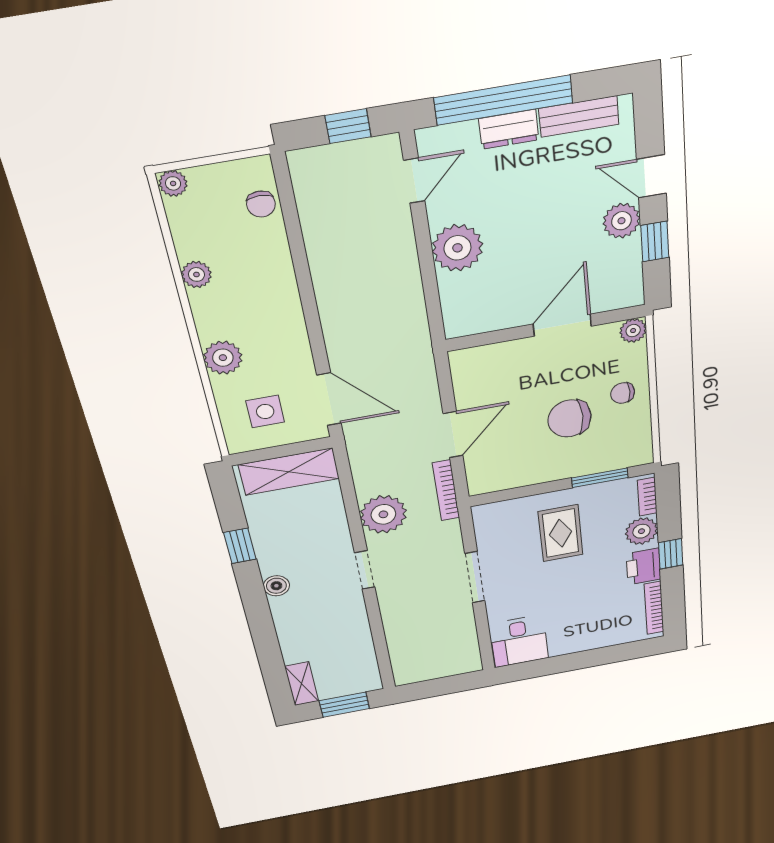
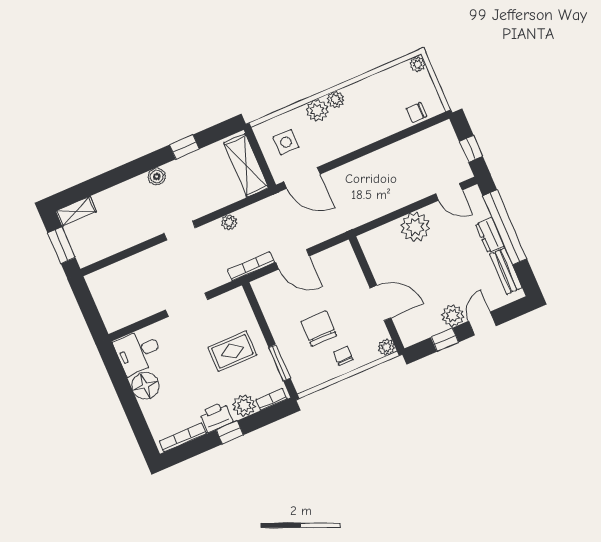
plant: (196, 274) -> (336, 99), moved
door: (329, 399) -> (302, 178), hinge flipped
plant: (383, 514) -> (229, 222), width x0.53, depth x0.53
floor lamp: (568, 639) -> (145, 386), added

